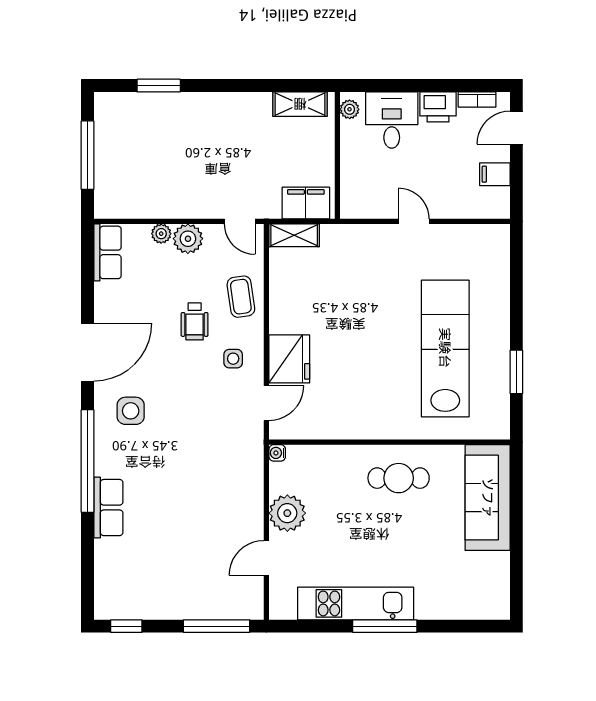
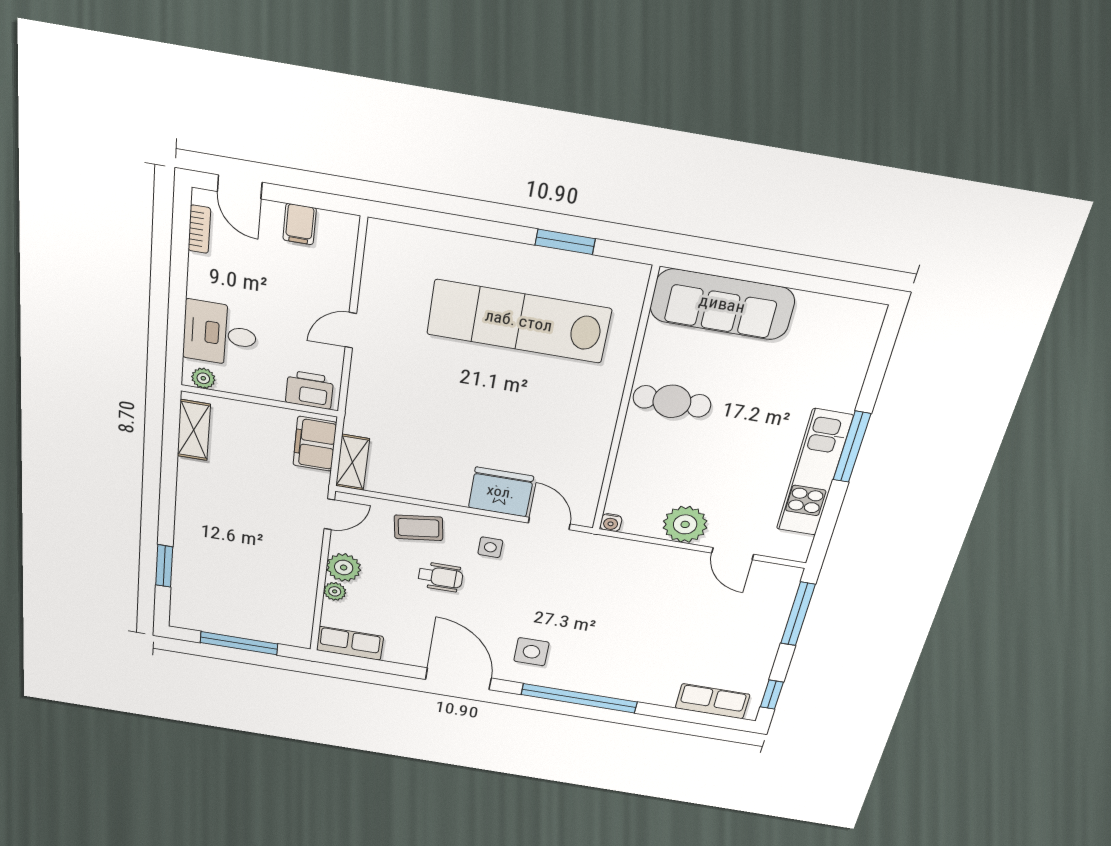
printer: (438, 107) -> (309, 390), moved, turned -90
cafe table: (399, 478) -> (672, 401), turned 90
row of seats: (108, 508) -> (713, 701), moved

